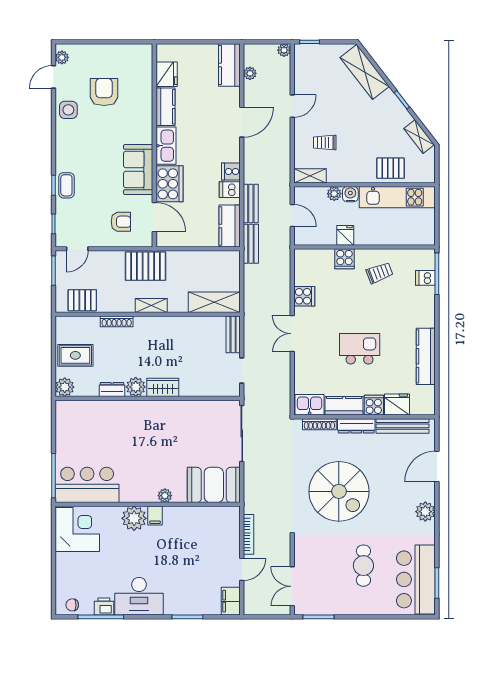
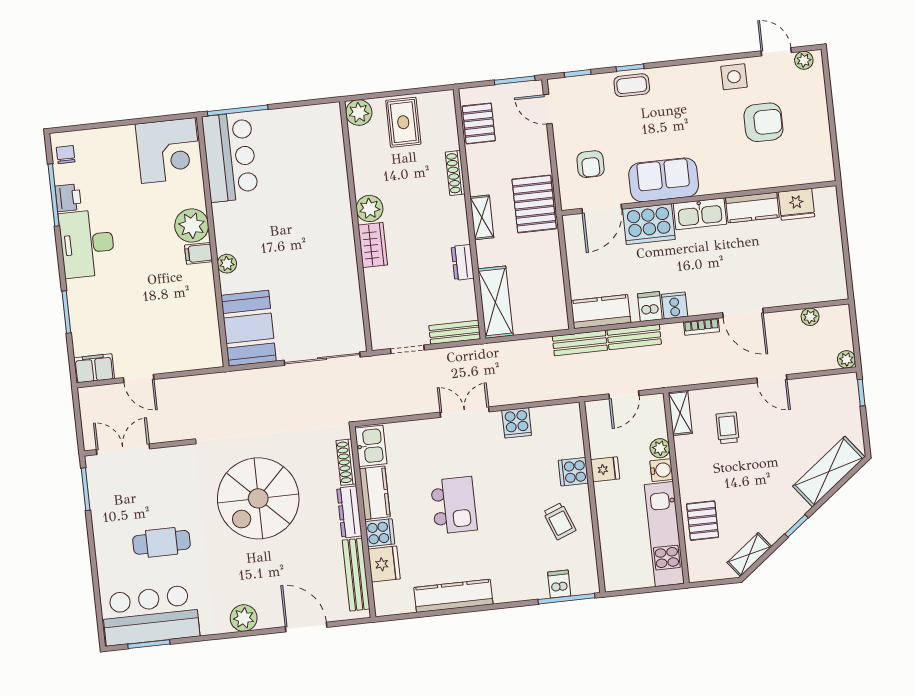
kitchen counter: (229, 65) -> (818, 288), removed
dresser: (112, 390) -> (463, 262), moved, turned 180
bookcase: (249, 534) -> (701, 327), moved, width x0.64

